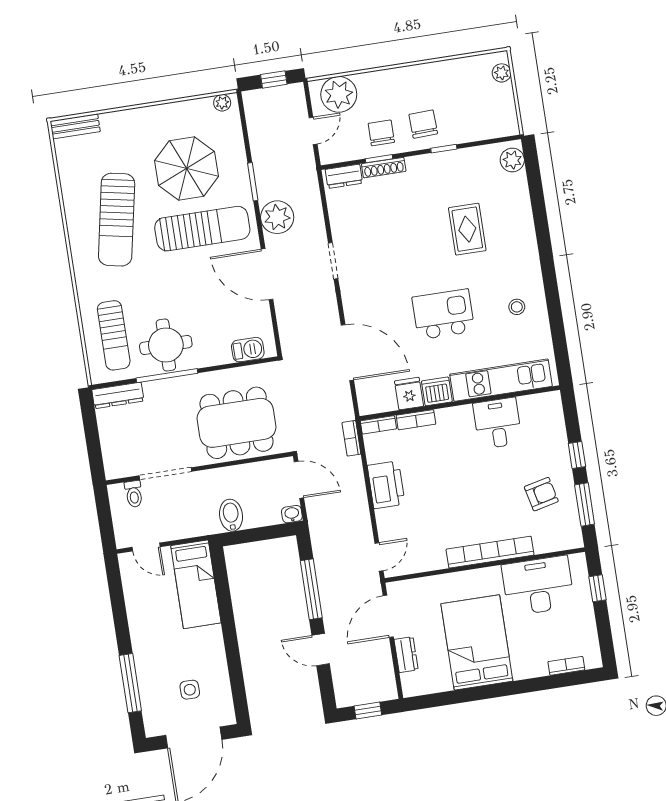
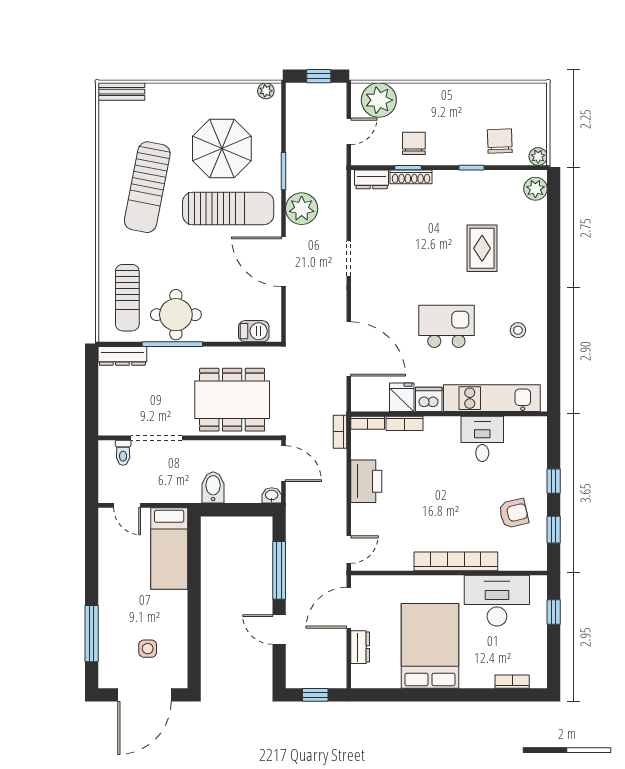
plant: (502, 73) -> (538, 157), moved
chair: (423, 124) -> (500, 141), moved
window: (585, 504) -> (554, 530), width x0.67

